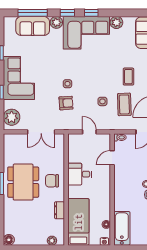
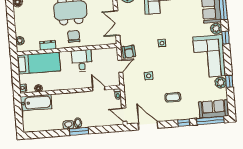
window: (91, 13) -> (229, 81), moved
armchair: (66, 103) -> (129, 52), moved
coffee table: (124, 104) -> (148, 96), removed

